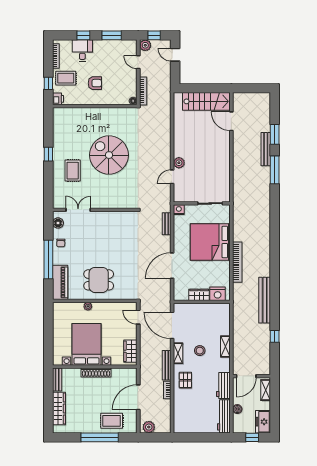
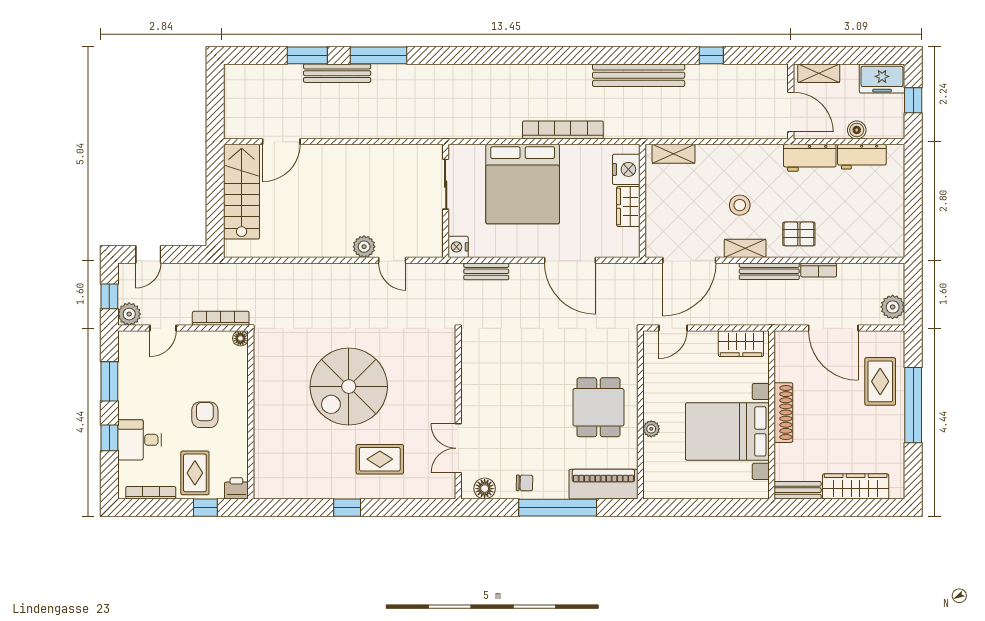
shelving: (225, 346) -> (674, 154), moved
workbench: (224, 416) -> (862, 157), width x0.73

